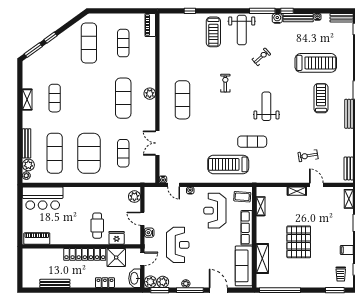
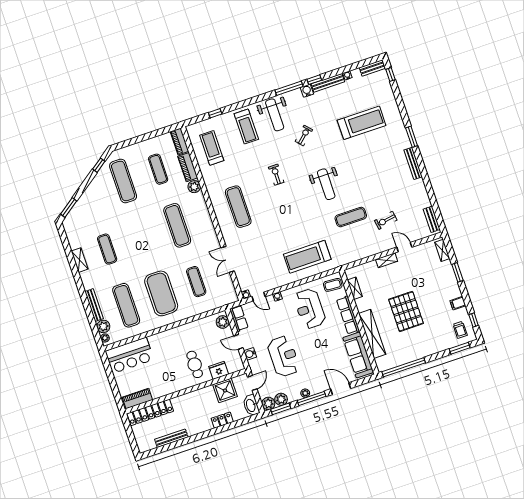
window: (51, 38) -> (99, 165), moved
piano: (150, 50) -> (188, 167), added
plant: (150, 94) -> (194, 187), moved
treadmill: (321, 98) -> (212, 148), moved
weight bench: (266, 106) -> (326, 184), turned 180
exercise mat: (252, 142) -> (351, 217), moved
row of seats: (150, 198) -> (239, 318), added
locker: (85, 254) -> (150, 412), moved
shelving: (262, 259) -> (372, 334), width x1.47

